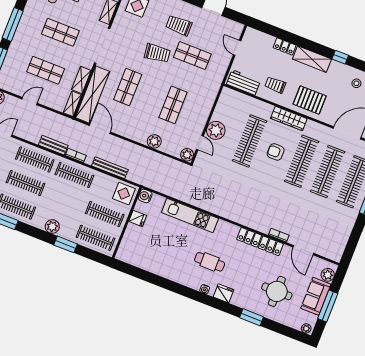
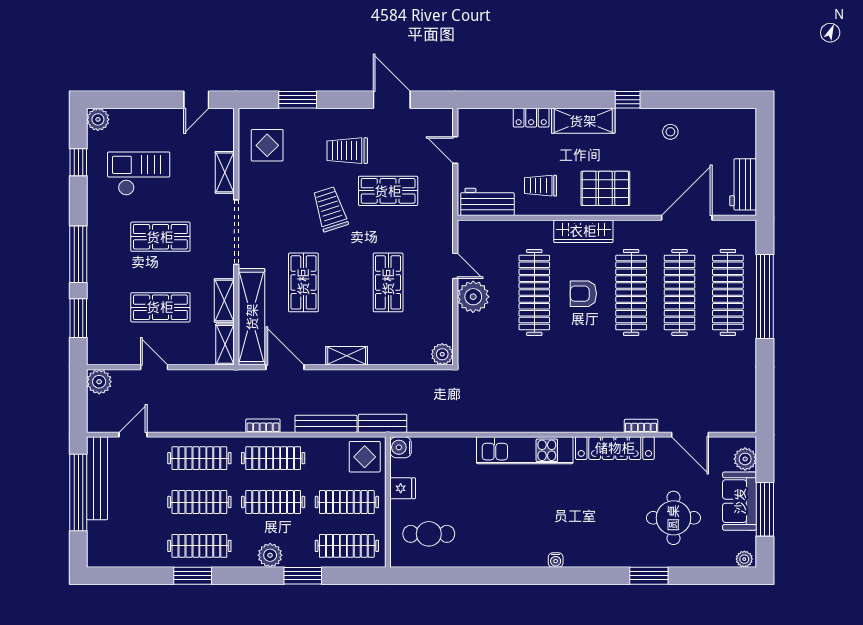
trolley: (157, 53) -> (330, 209), turned -101
door: (30, 101) -> (154, 367), hinge flipped
shelving: (135, 135) -> (347, 356), added
plant: (154, 141) -> (381, 353), removed
door: (200, 143) -> (455, 266), moved
bench: (53, 145) -> (383, 423), moved
clothes rail: (65, 199) -> (273, 502), added
kitchen unit: (190, 215) -> (525, 450), moved
cafe table: (210, 262) -> (429, 534), moved
fridge: (223, 293) -> (589, 555), removed

